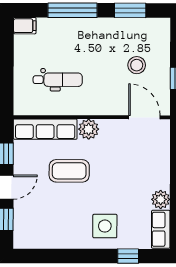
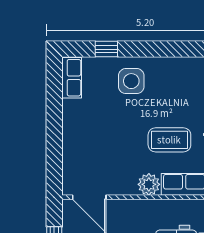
plant: (161, 199) -> (72, 110), removed

